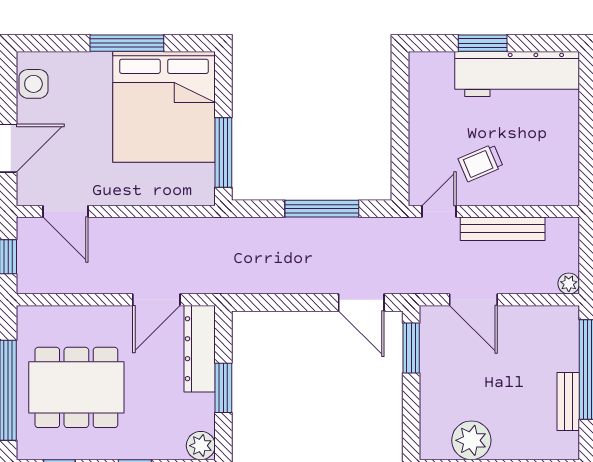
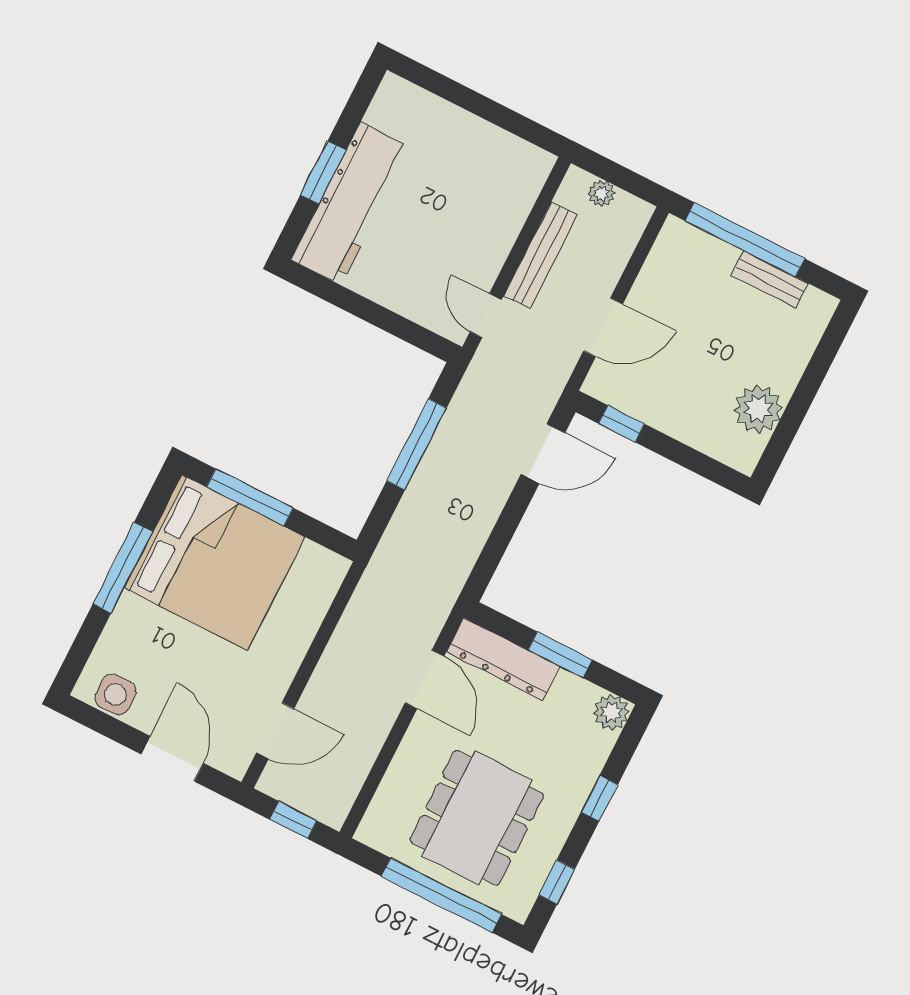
workbench: (517, 74) -> (351, 203), moved
window: (223, 153) -> (250, 497), moved
trolley: (481, 163) -> (455, 242), removed
plant: (569, 284) -> (601, 193), moved
window: (411, 348) -> (622, 424), width x0.67

